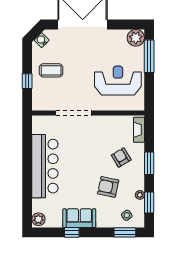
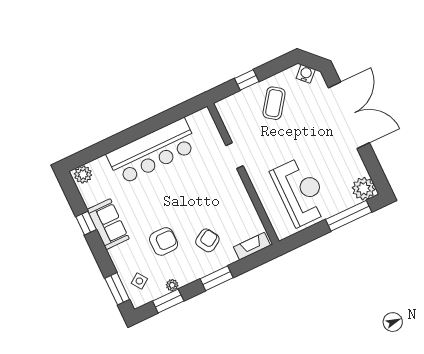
coffee table: (51, 70) -> (274, 103), turned 36
doorway: (73, 113) -> (235, 156), width x0.53
armchair: (108, 187) -> (164, 241), turned 78

